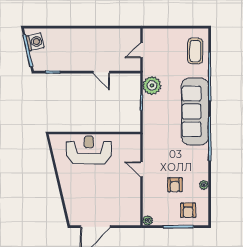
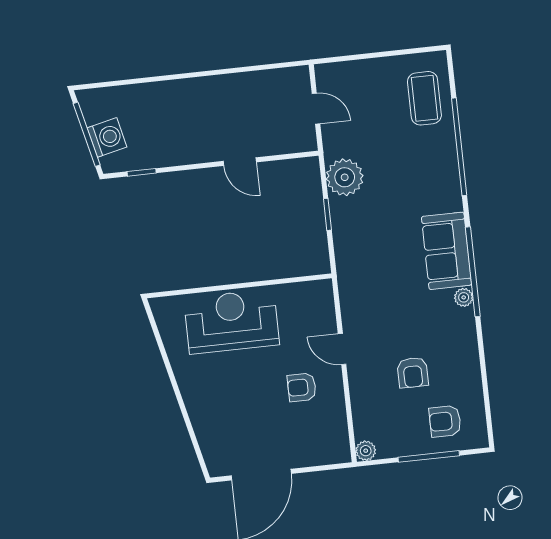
washing machine: (35, 42) -> (107, 137), moved
door: (141, 50) -> (316, 109), swing flipped
sofa: (195, 111) -> (446, 251), width x0.54, depth x0.79
plant: (204, 185) -> (464, 297), moved
armchair: (120, 186) -> (302, 387), added
armchair: (188, 210) -> (445, 421), turned 90

